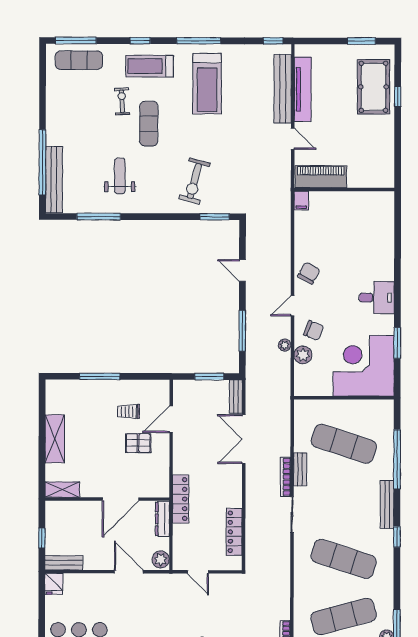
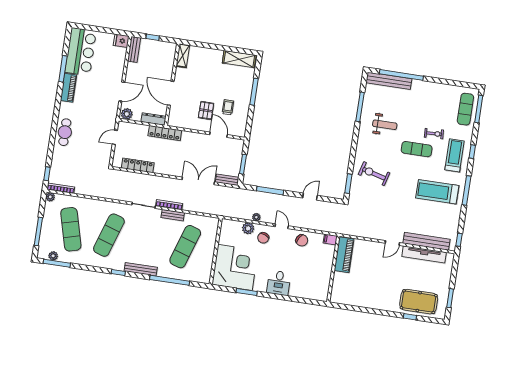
piano: (321, 177) -> (344, 255), moved
wall: (344, 190) -> (333, 269), moved
filing cabinet: (301, 201) -> (330, 239), moved
shelving: (55, 439) -> (239, 59), moved

